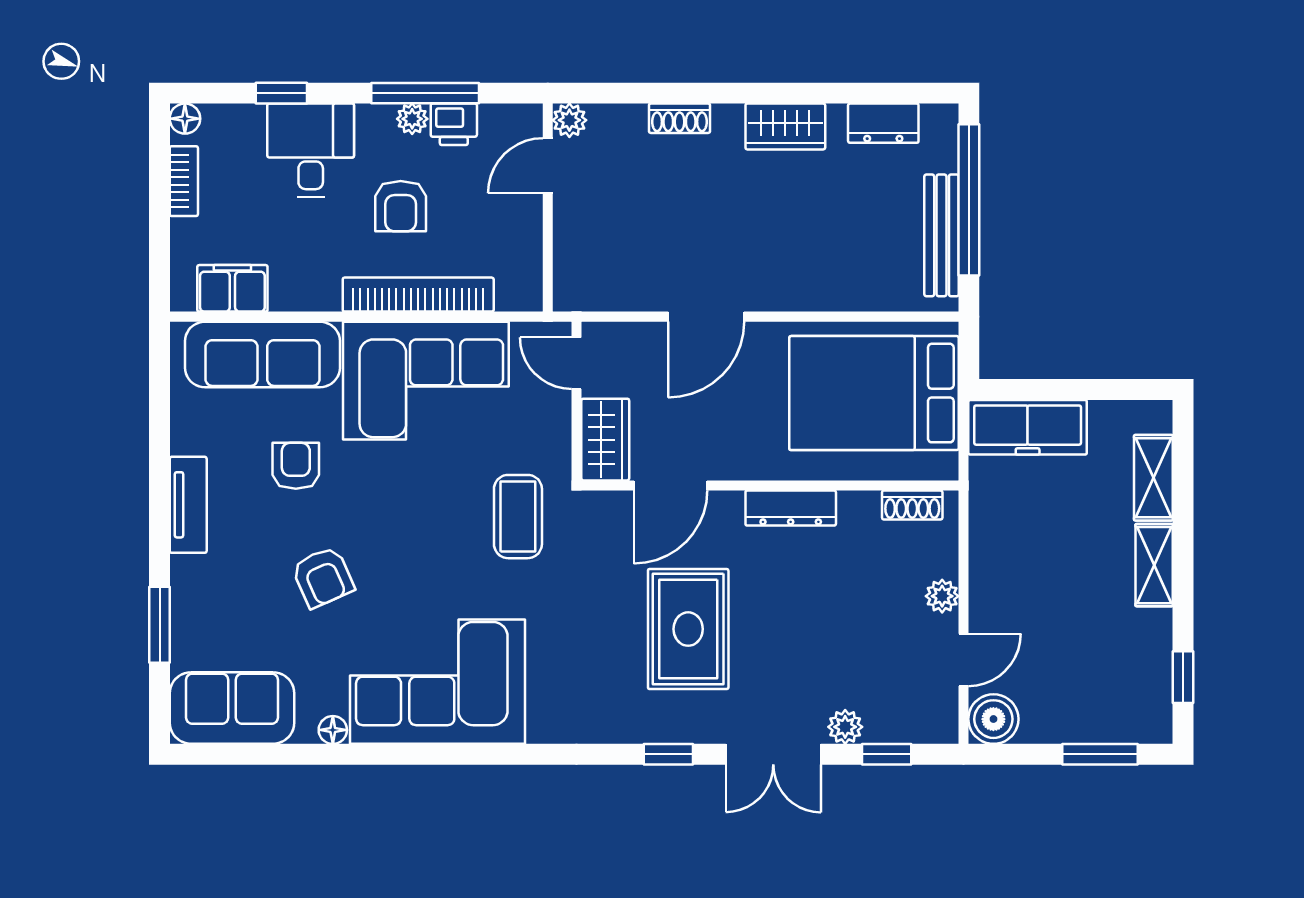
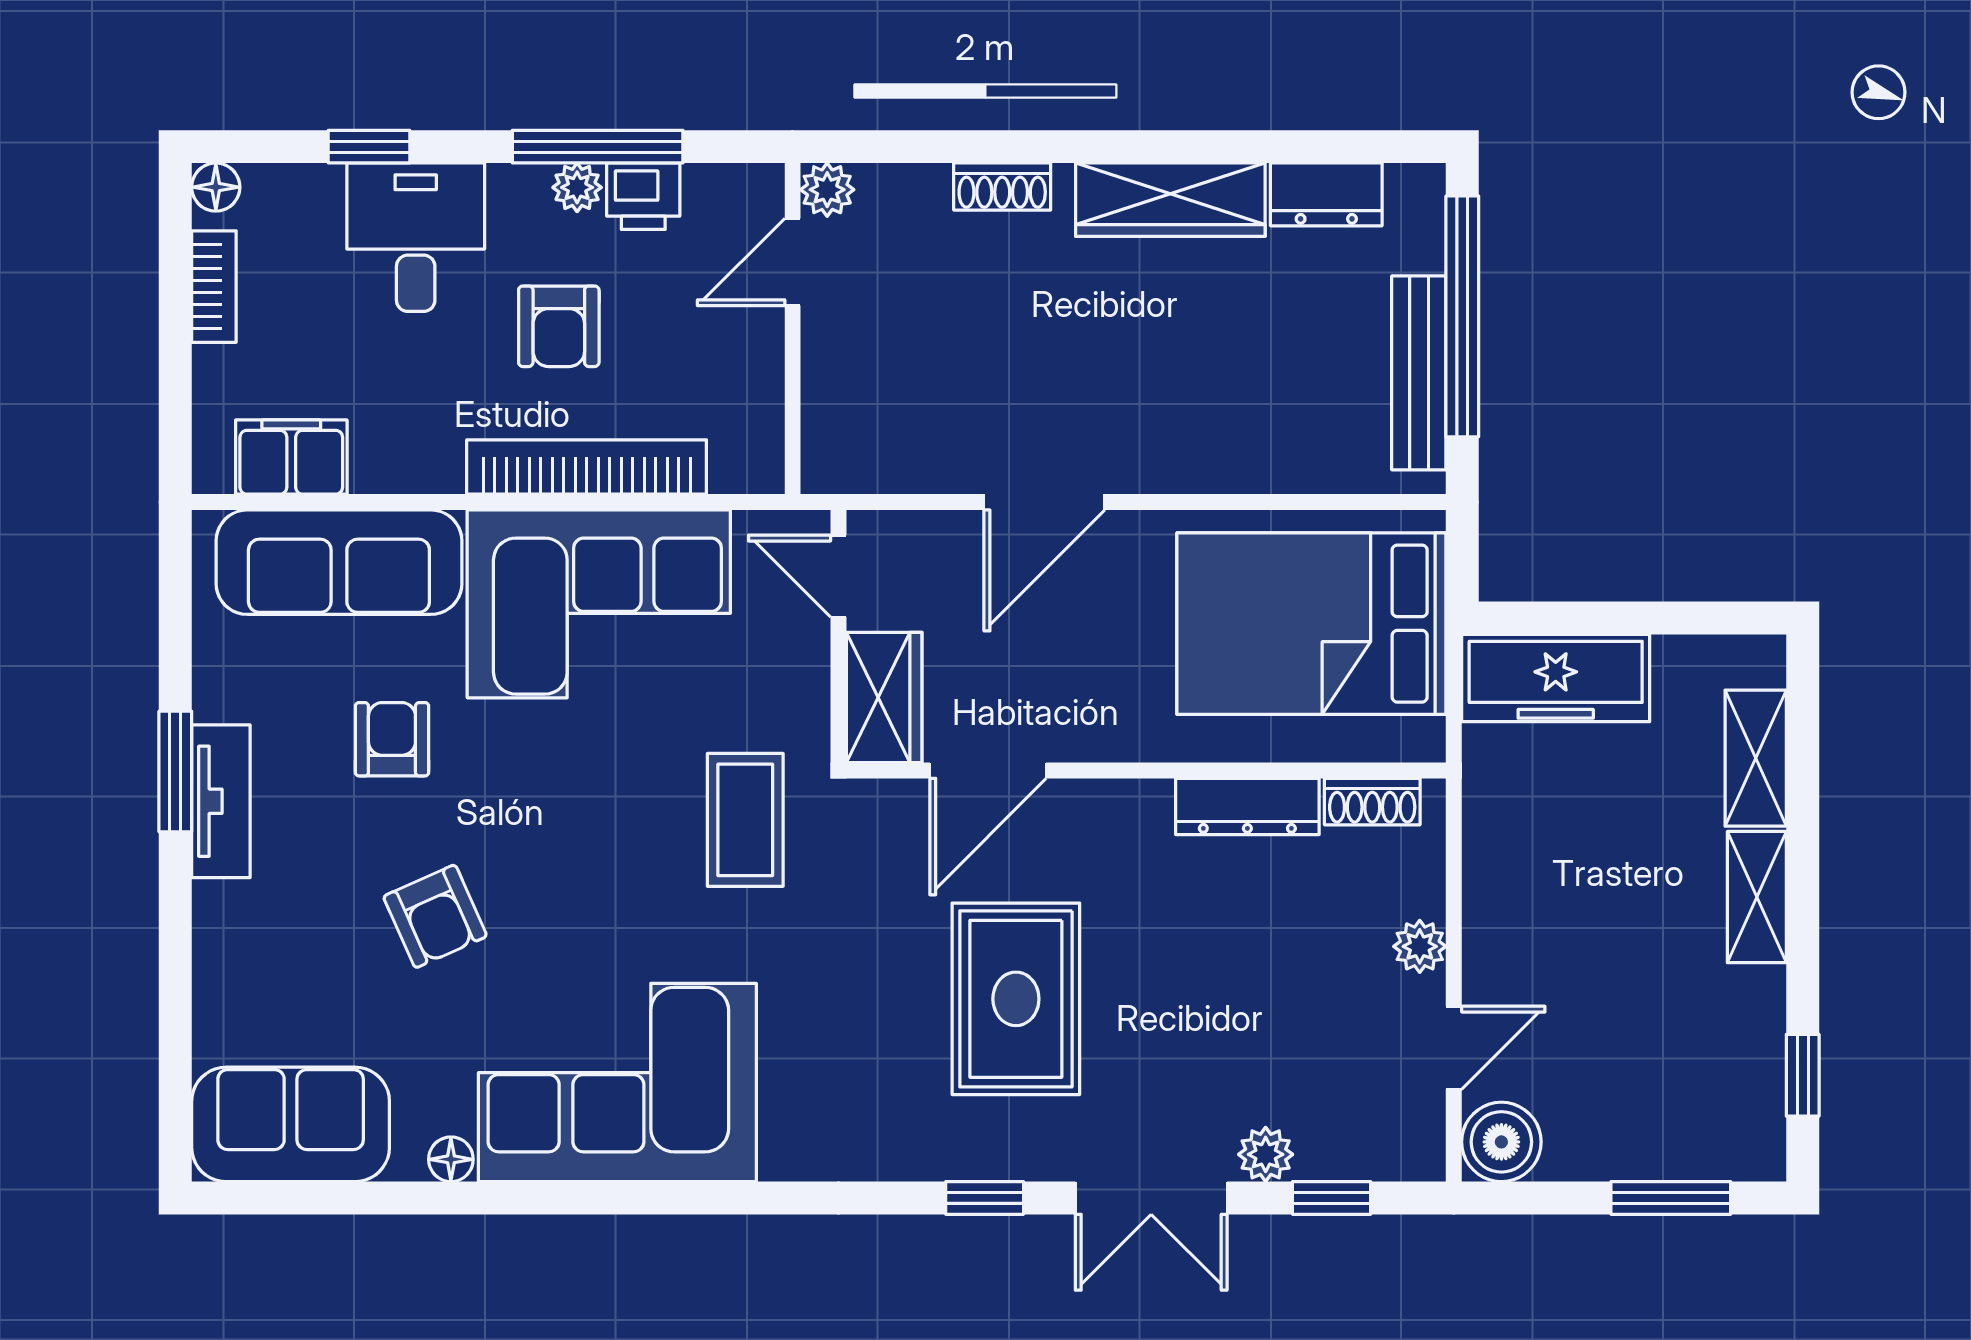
wardrobe: (785, 126) -> (1170, 200), width x1.50
dresser: (791, 508) -> (1247, 806), moved
window: (160, 625) -> (175, 771), moved

